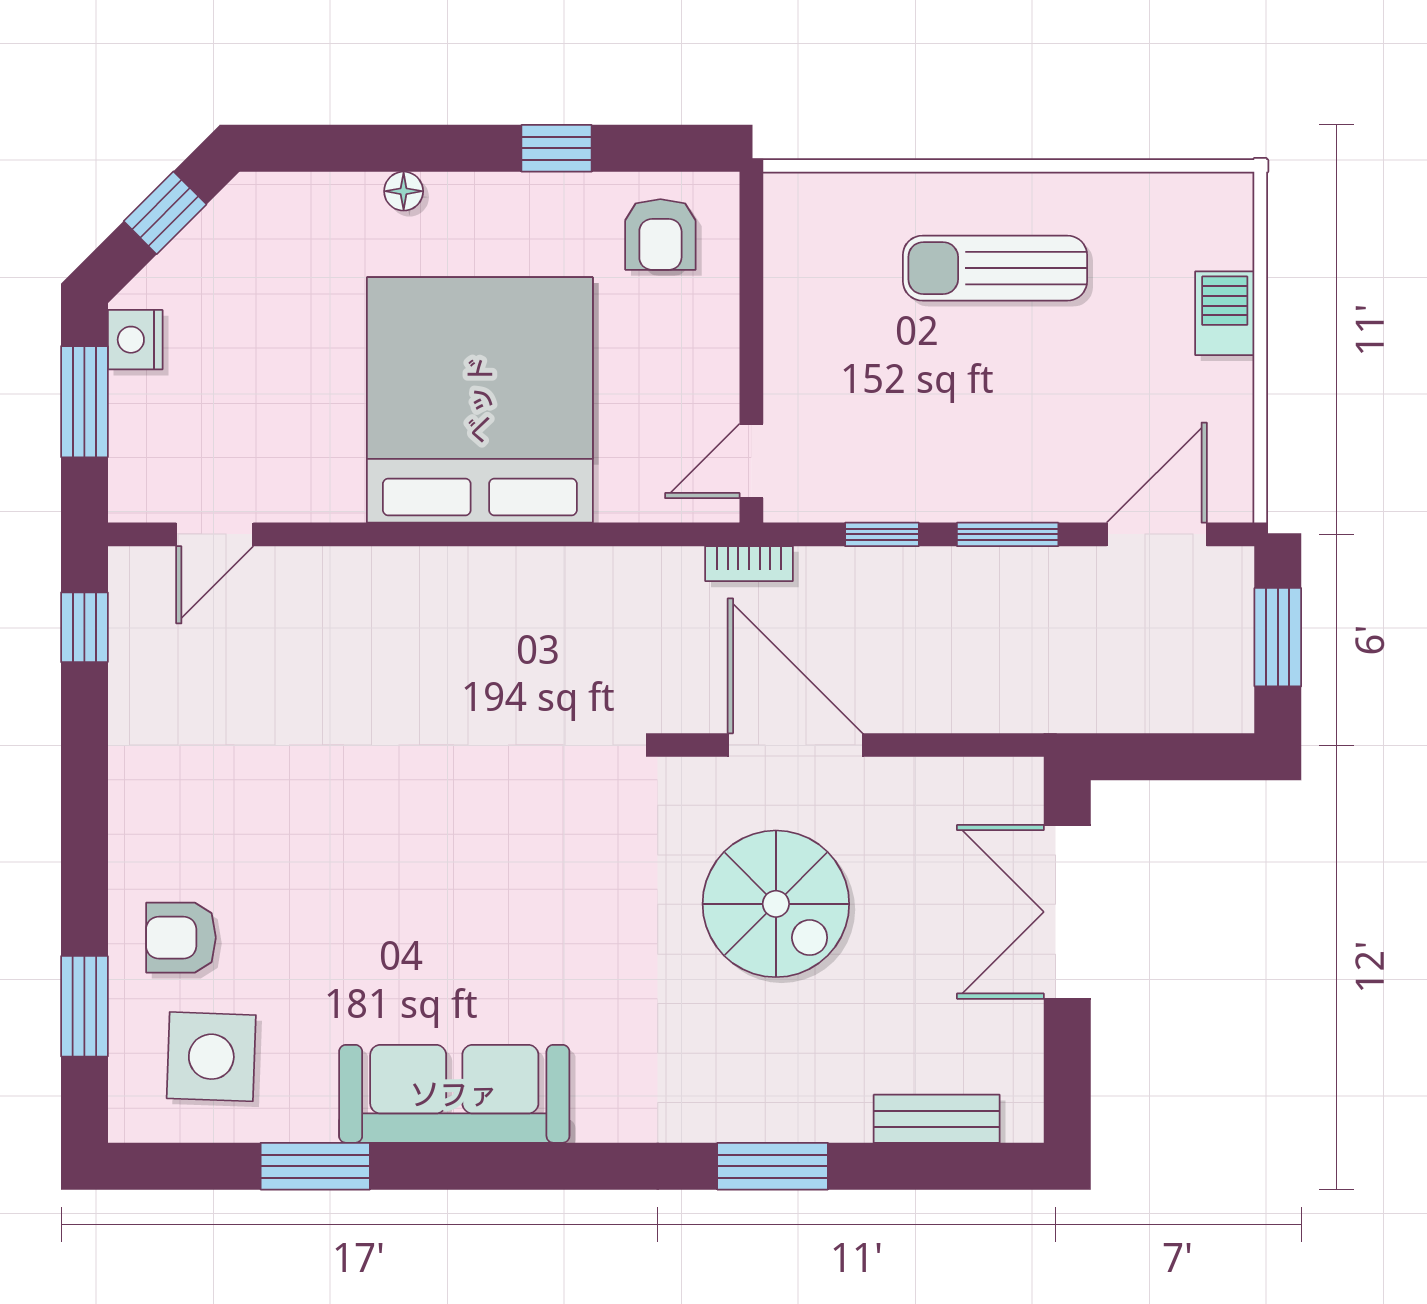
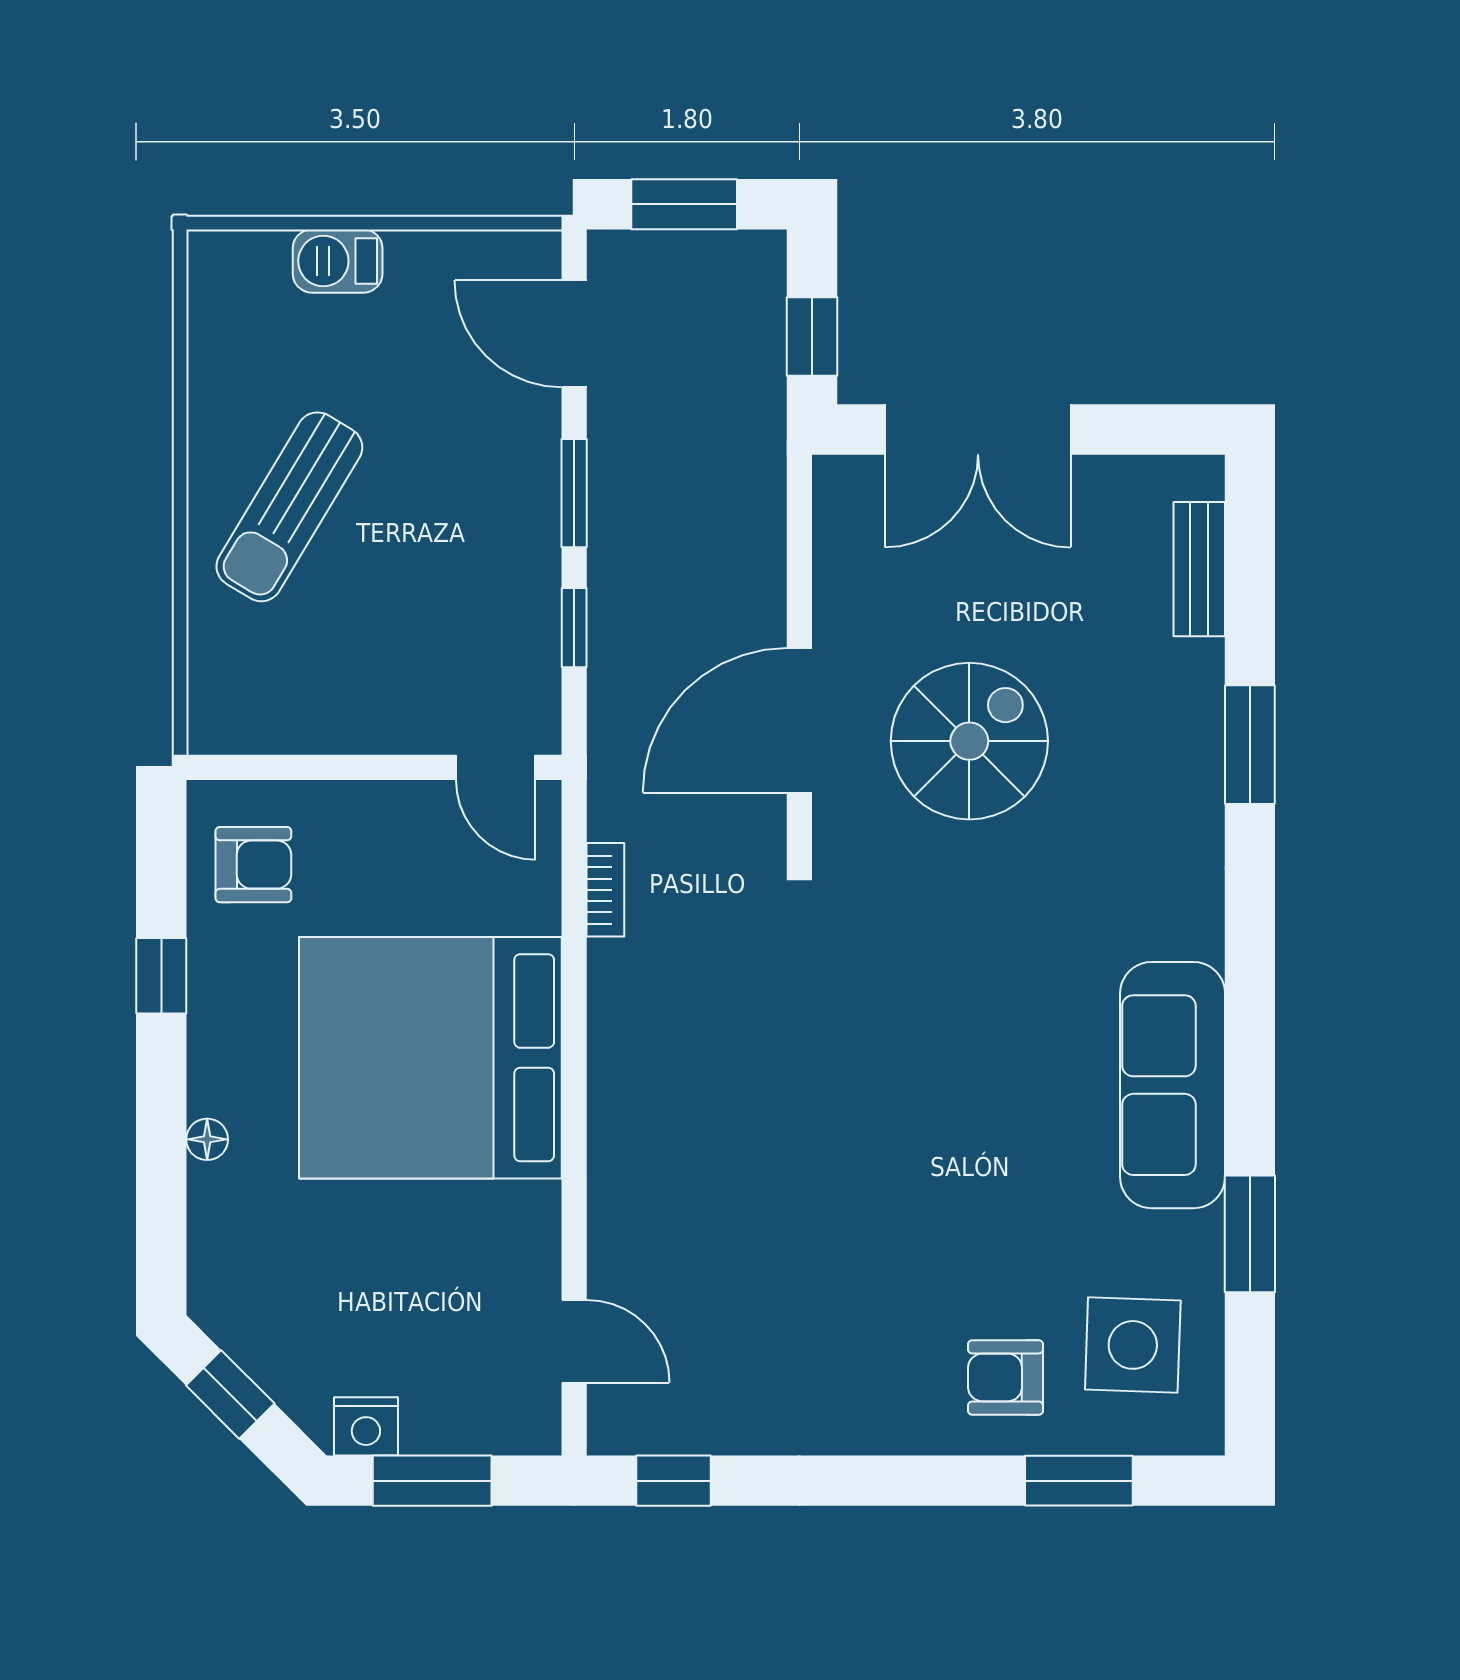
sun lounger: (995, 268) -> (289, 507), turned 31
bookcase: (749, 564) -> (605, 890), moved
window: (1154, 757) -> (812, 337), added
armchair: (181, 938) -> (1005, 1377), turned 90

